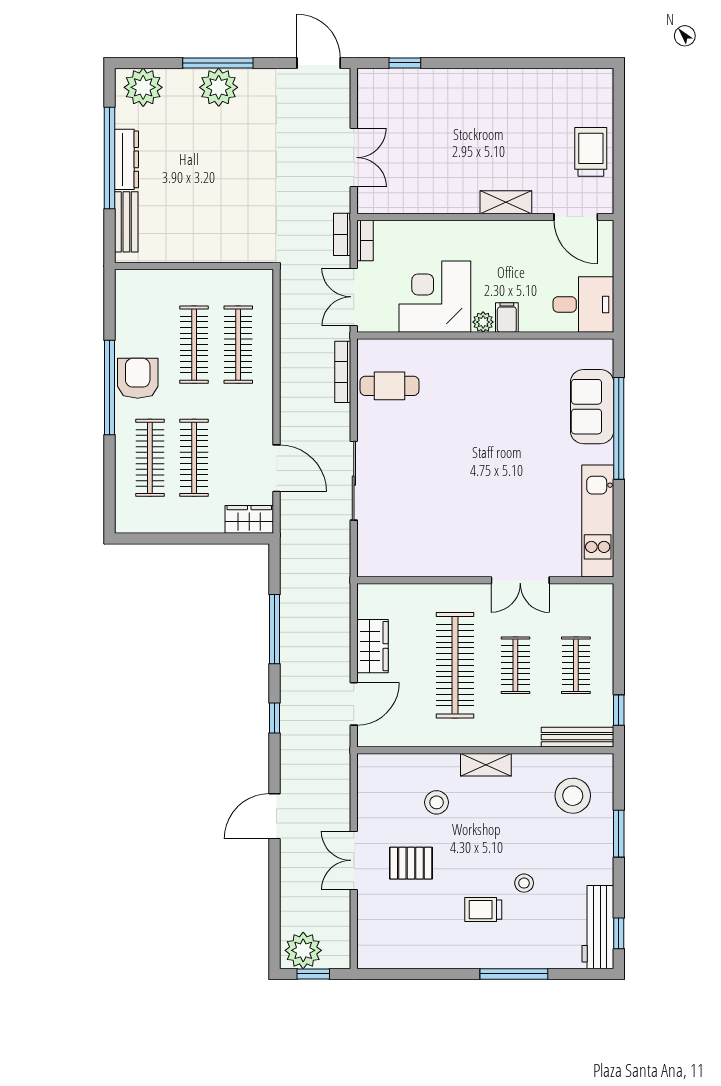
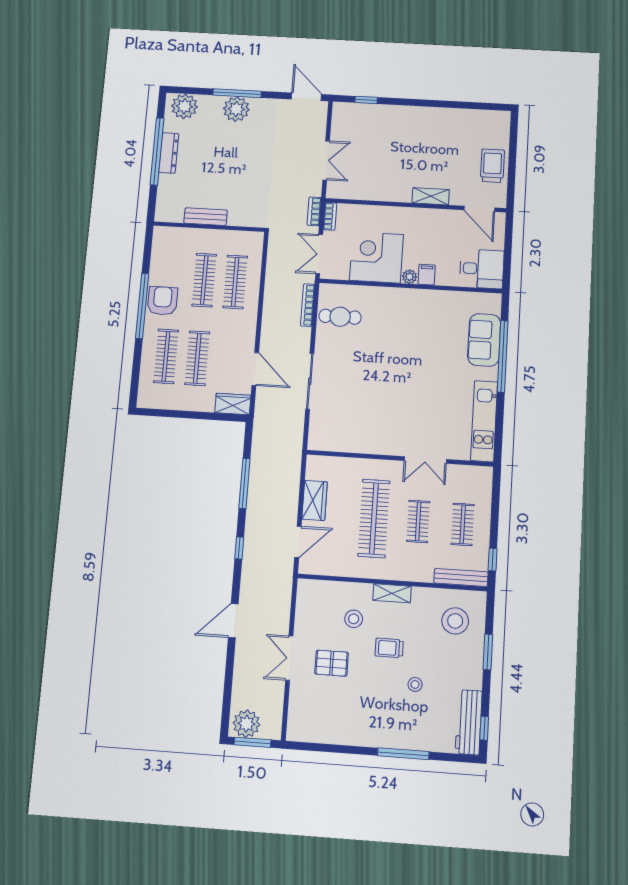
bench: (126, 222) -> (206, 217), moved, turned 90
trolley: (483, 910) -> (389, 648), moved
window: (313, 974) -> (252, 742), width x1.50

